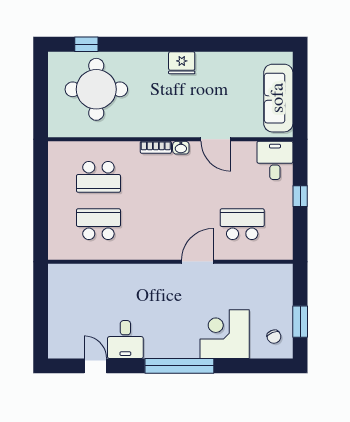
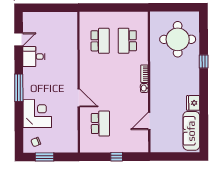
window: (86, 44) -> (204, 61), moved
fridge: (182, 63) -> (193, 103), moved
sofa: (278, 98) -> (191, 131), moved, turned -90
door: (216, 139) -> (149, 121), moved
desk: (275, 160) -> (137, 142), removed
window: (179, 366) -> (19, 88), width x0.68

